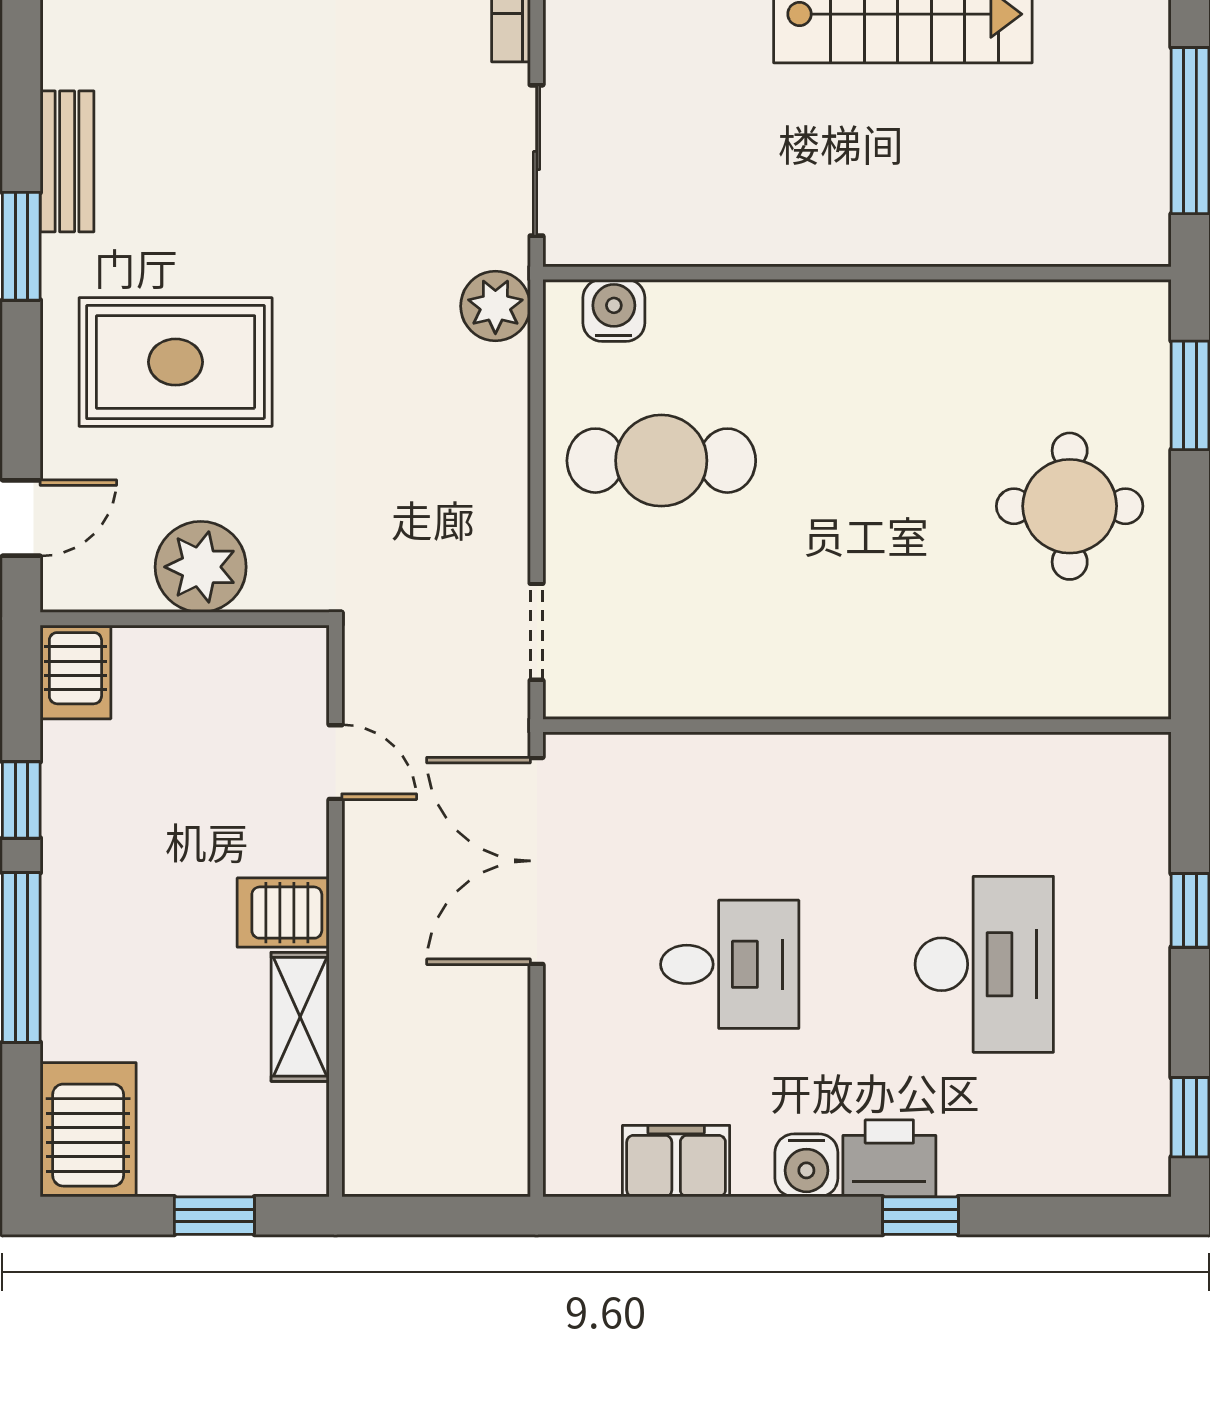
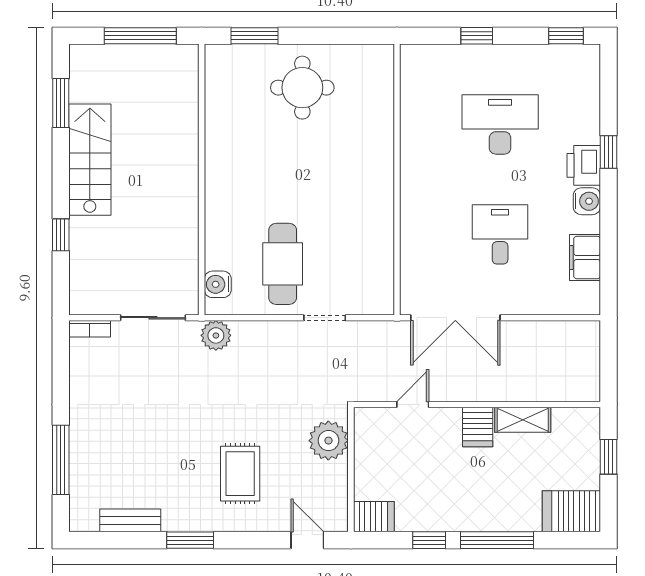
bench: (67, 161) -> (130, 520), moved
rug: (176, 362) -> (240, 474), width x0.73, depth x0.70
plant: (201, 567) -> (328, 441), moved
doorway: (537, 632) -> (325, 318), moved

